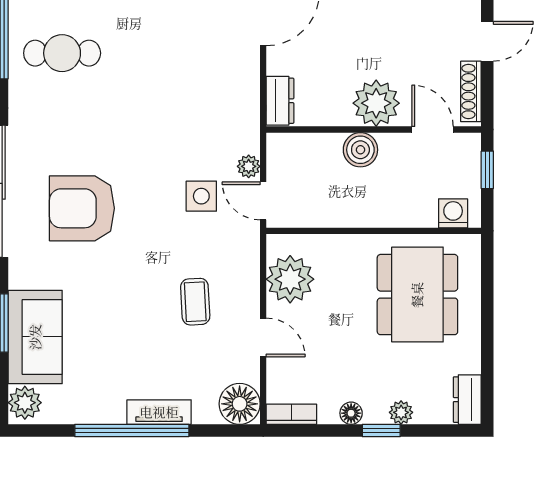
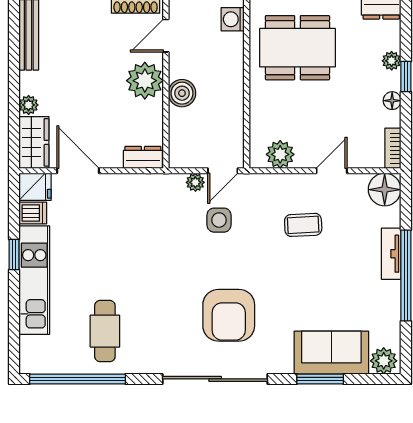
plant: (290, 279) -> (280, 154), width x0.73, depth x0.73

